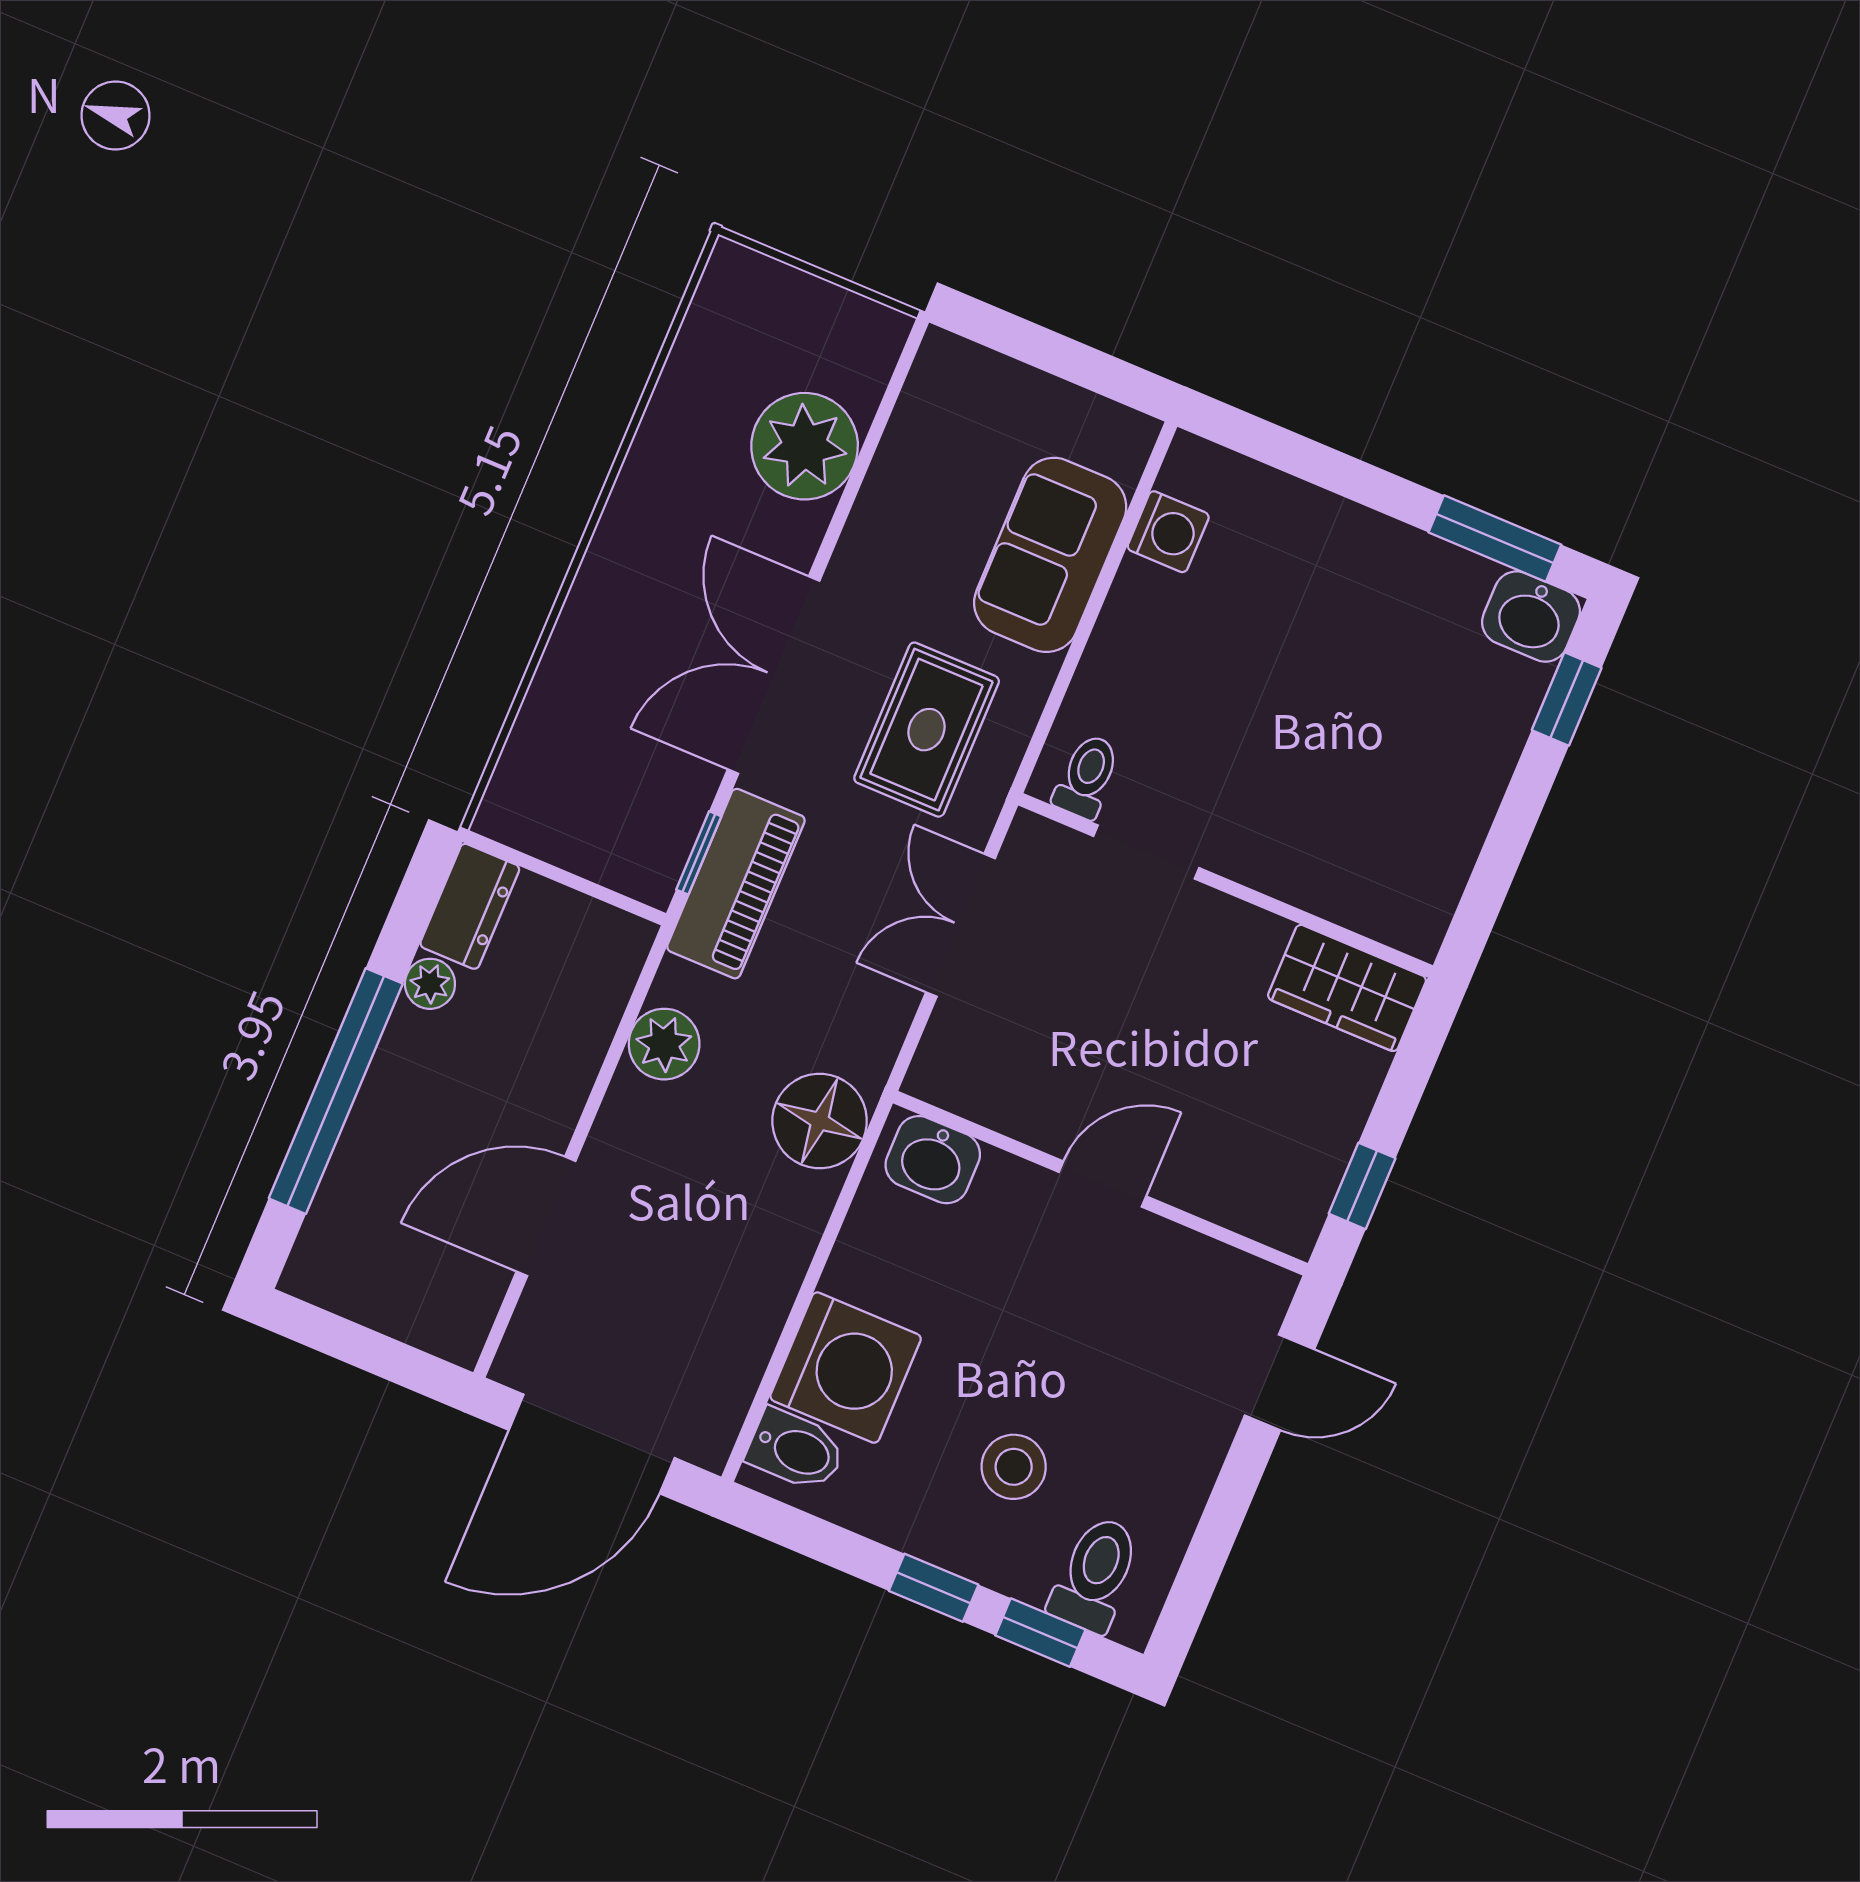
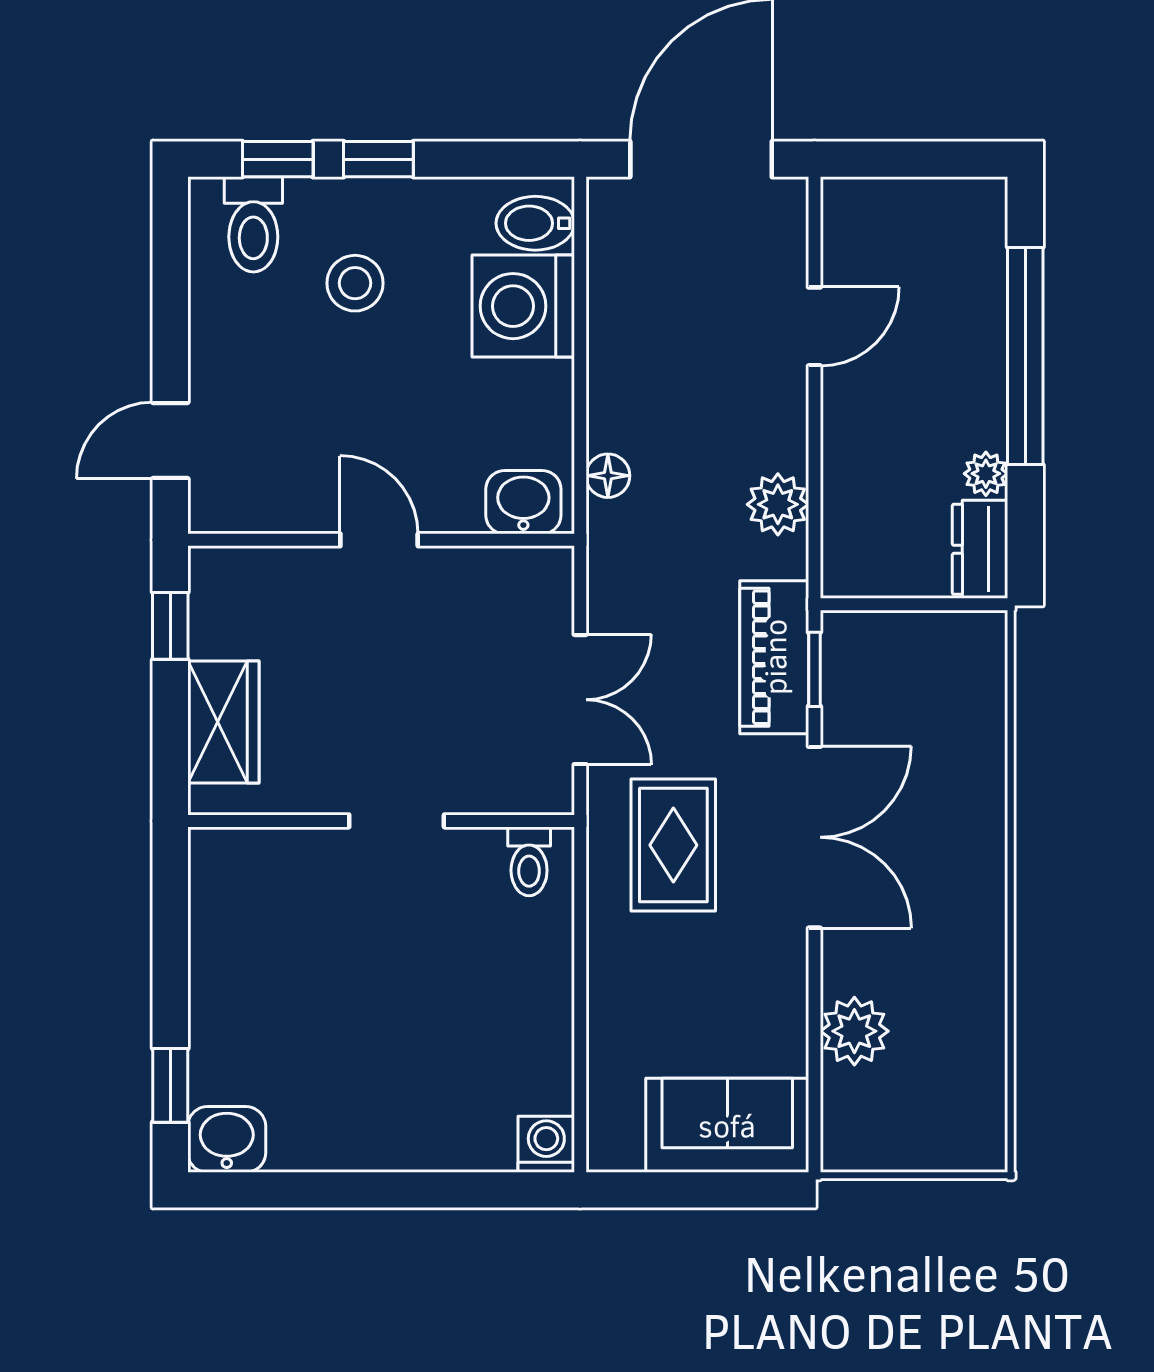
plant: (805, 446) -> (854, 1031), width x0.73, depth x0.73
washing machine: (1168, 532) -> (546, 1144), moved, turned 90
window: (1495, 538) -> (282, 1190), removed
sofa: (1050, 555) -> (727, 1125), moved, turned -90
doorway: (1146, 852) -> (397, 821), moved
wardrobe: (1347, 988) -> (223, 722), moved, turned 90
floor lamp: (820, 1121) -> (608, 476), width x0.53, depth x0.53
door: (1102, 1184) -> (379, 540), swing flipped
door: (546, 1216) -> (814, 326), width x0.73

